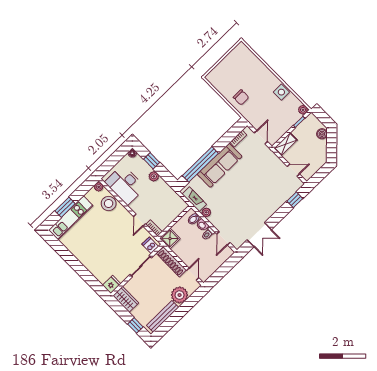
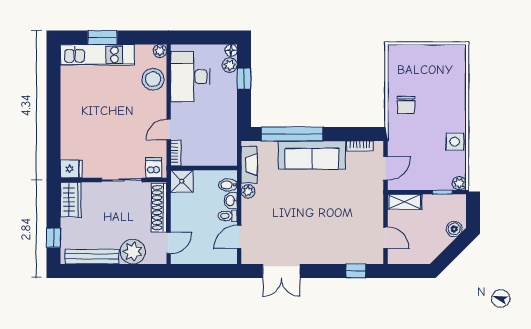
plant: (154, 176) -> (230, 65), moved

